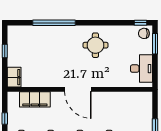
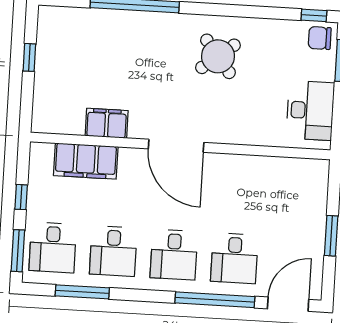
round table: (95, 45) -> (218, 56), turned -38
filing cabinet: (14, 77) -> (107, 123), moved, turned -90

